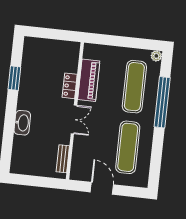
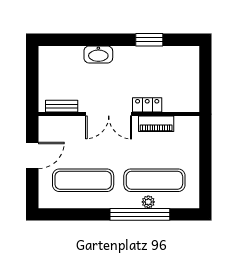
plant: (156, 56) -> (148, 202), moved
piano: (89, 80) -> (156, 124), width x0.73, depth x0.75
double door: (74, 119) -> (109, 114), width x1.37

